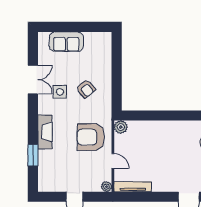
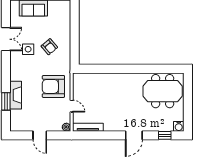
plant: (121, 127) -> (78, 78), removed
fireplace: (45, 132) -> (16, 95), moved

